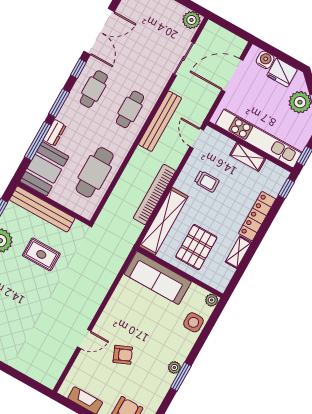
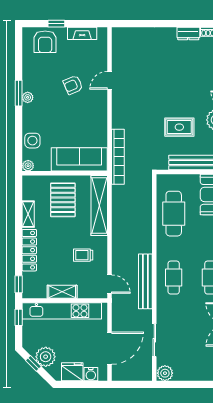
bookcase: (154, 195) -> (118, 157), moved

